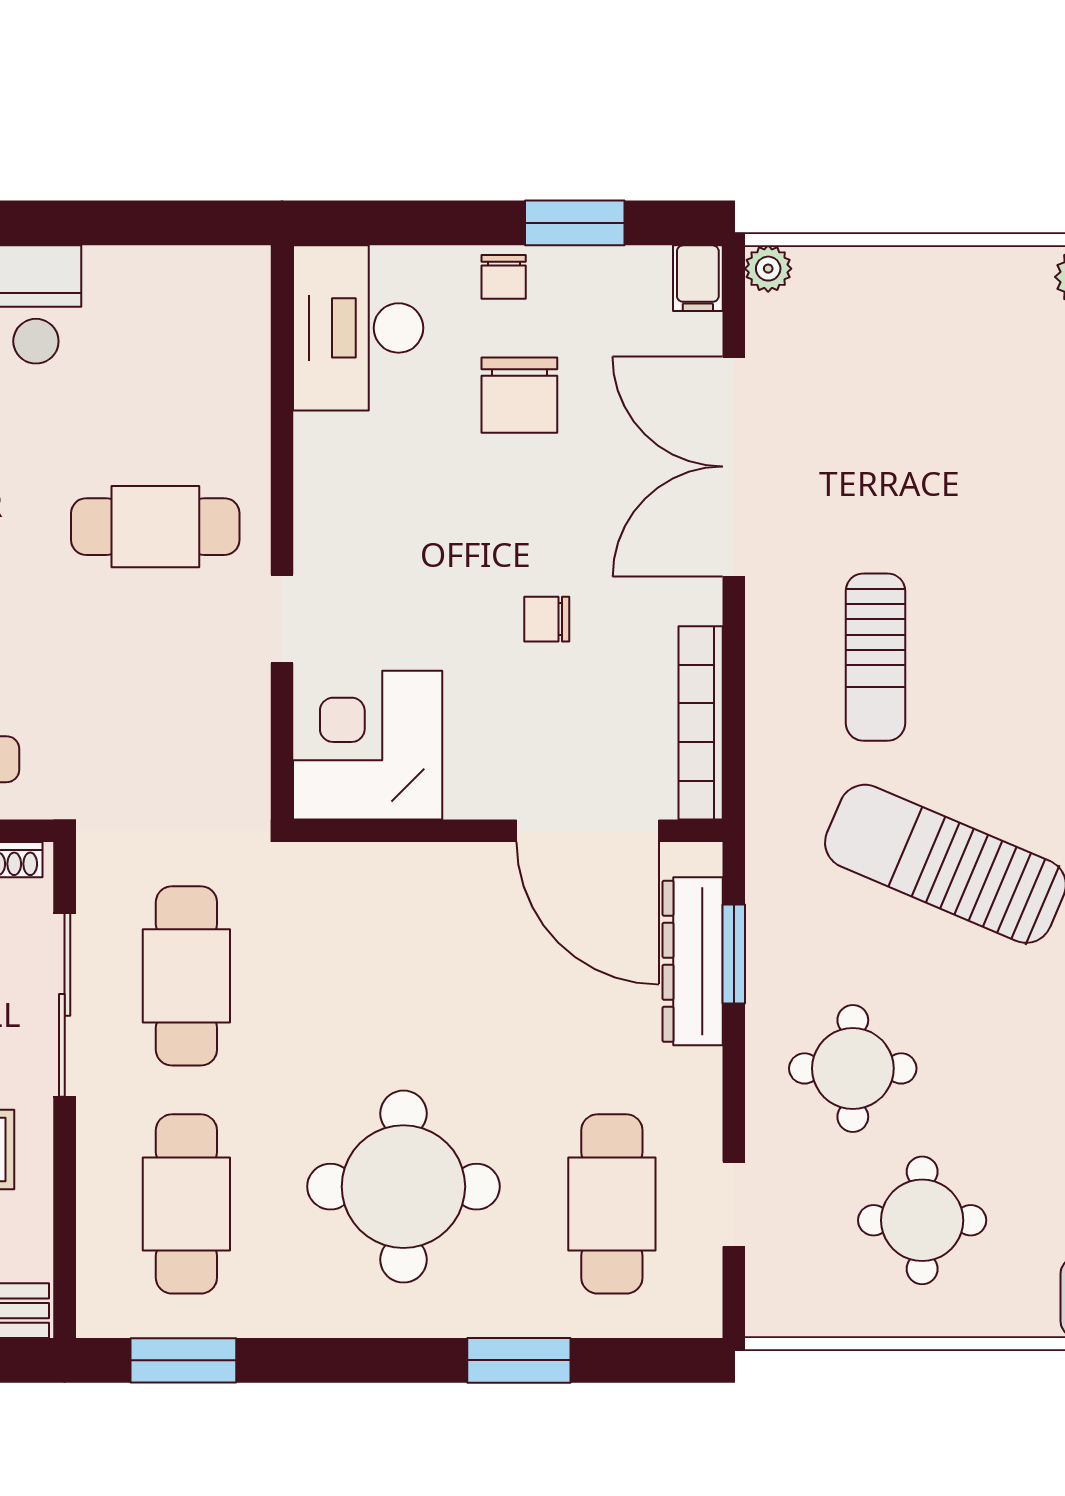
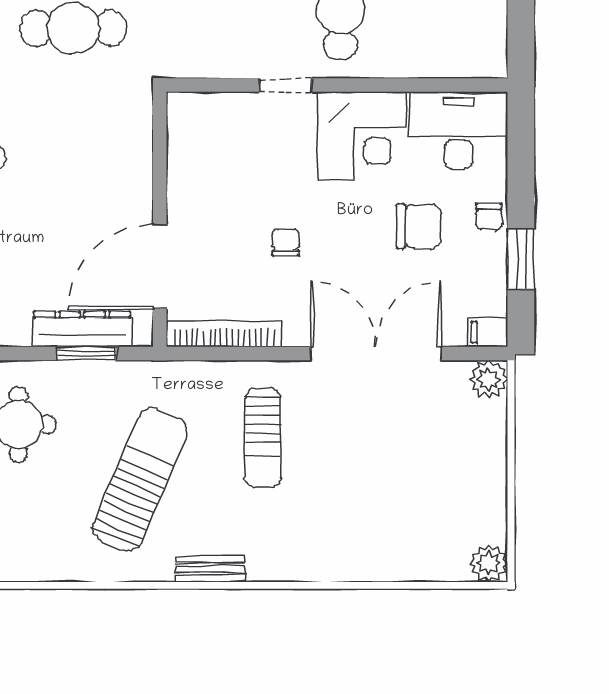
plant: (768, 269) -> (489, 379), width x1.38, depth x1.38
chair: (504, 277) -> (489, 217), turned -91
chair: (519, 395) -> (419, 226), turned 180
sun lounger: (875, 657) -> (263, 438), turned -90
corner desk: (368, 745) -> (362, 136), moved, turned 90

